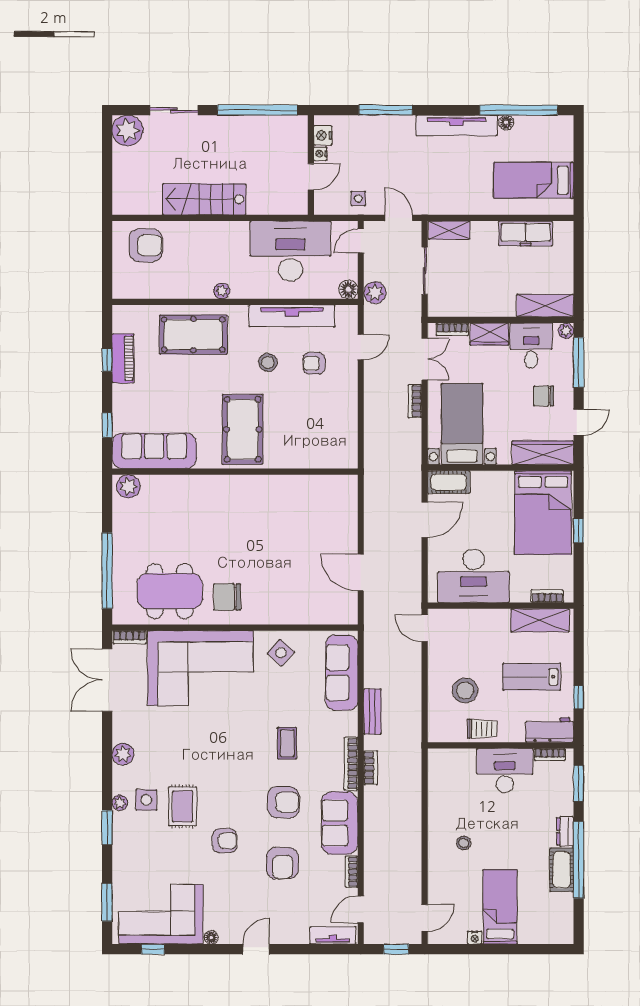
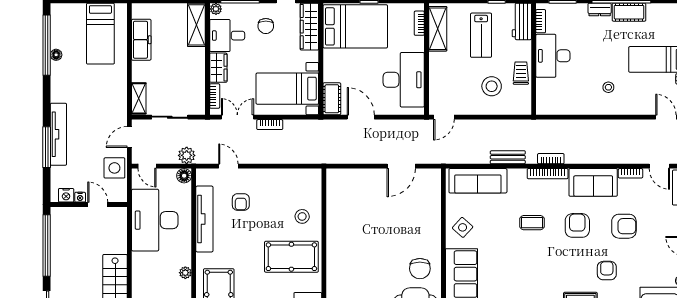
tv unit: (457, 125) -> (58, 134), moved
side table: (358, 199) -> (114, 168), width x1.87, depth x1.87
stool: (268, 362) -> (302, 216), moved

